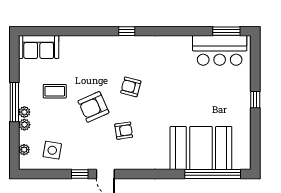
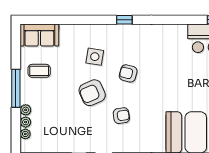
coffee table: (55, 91) -> (39, 71), moved
plant: (24, 112) -> (26, 122), moved
side table: (52, 150) -> (95, 57), moved

